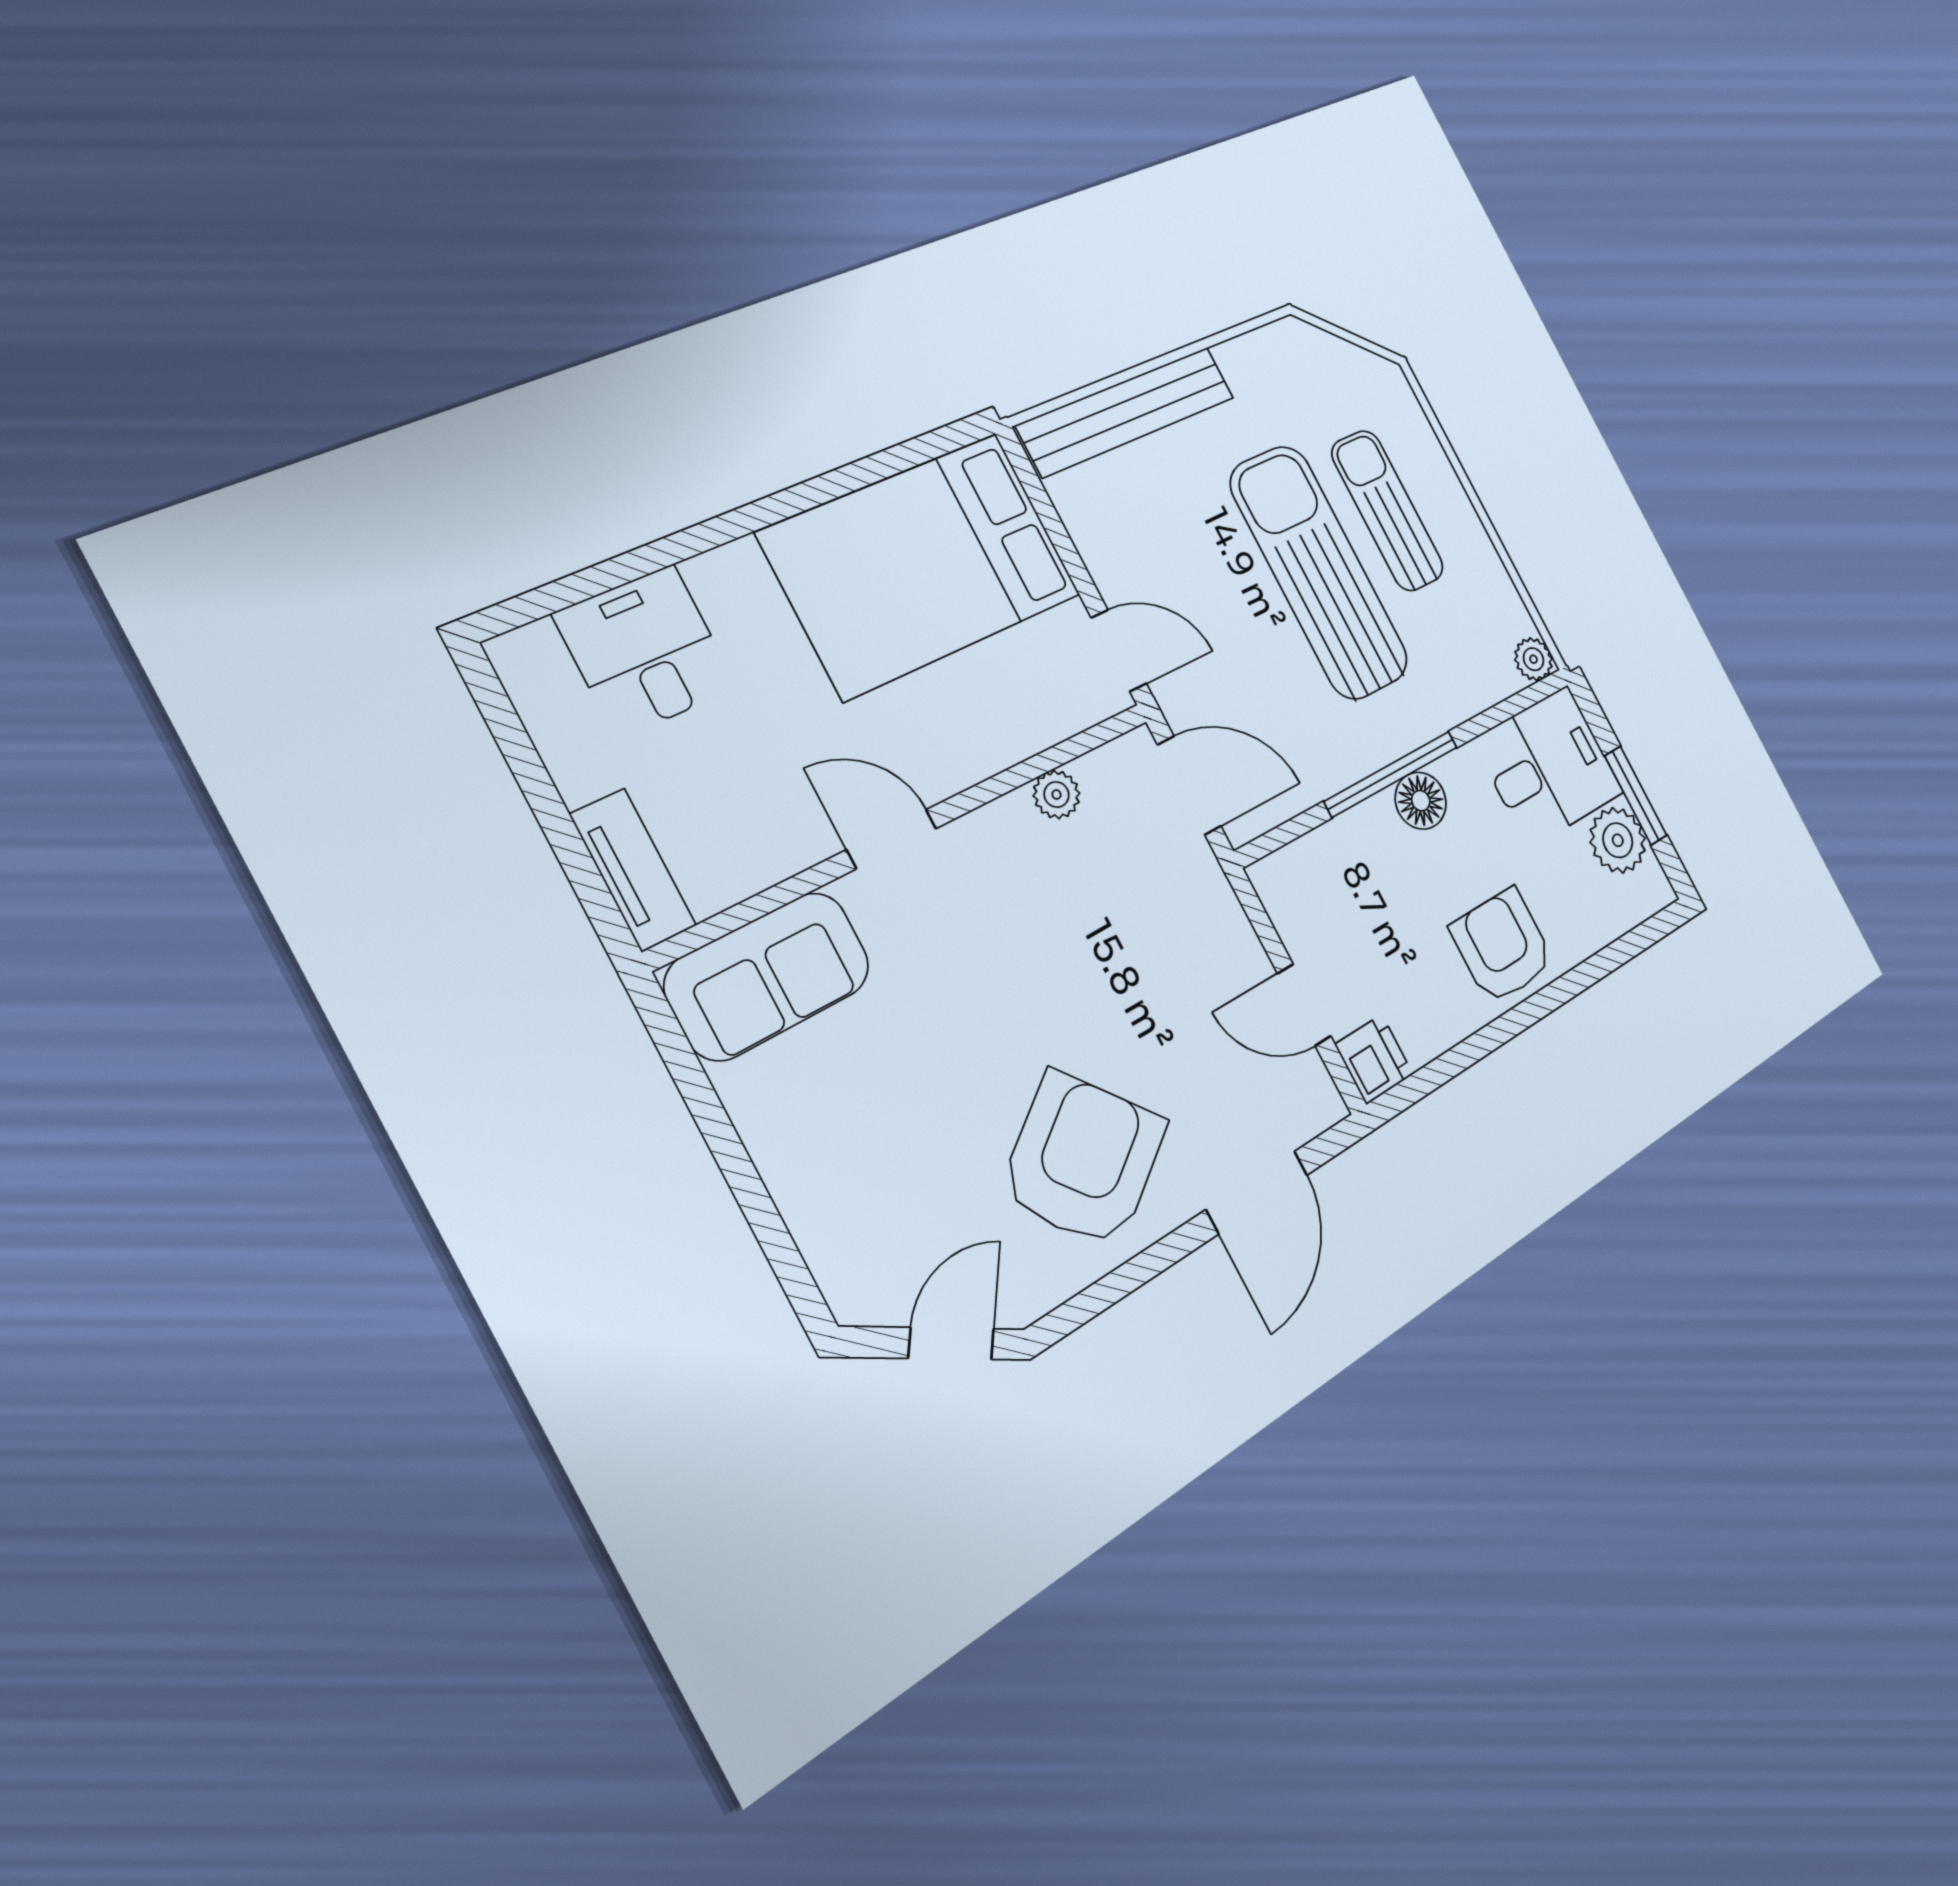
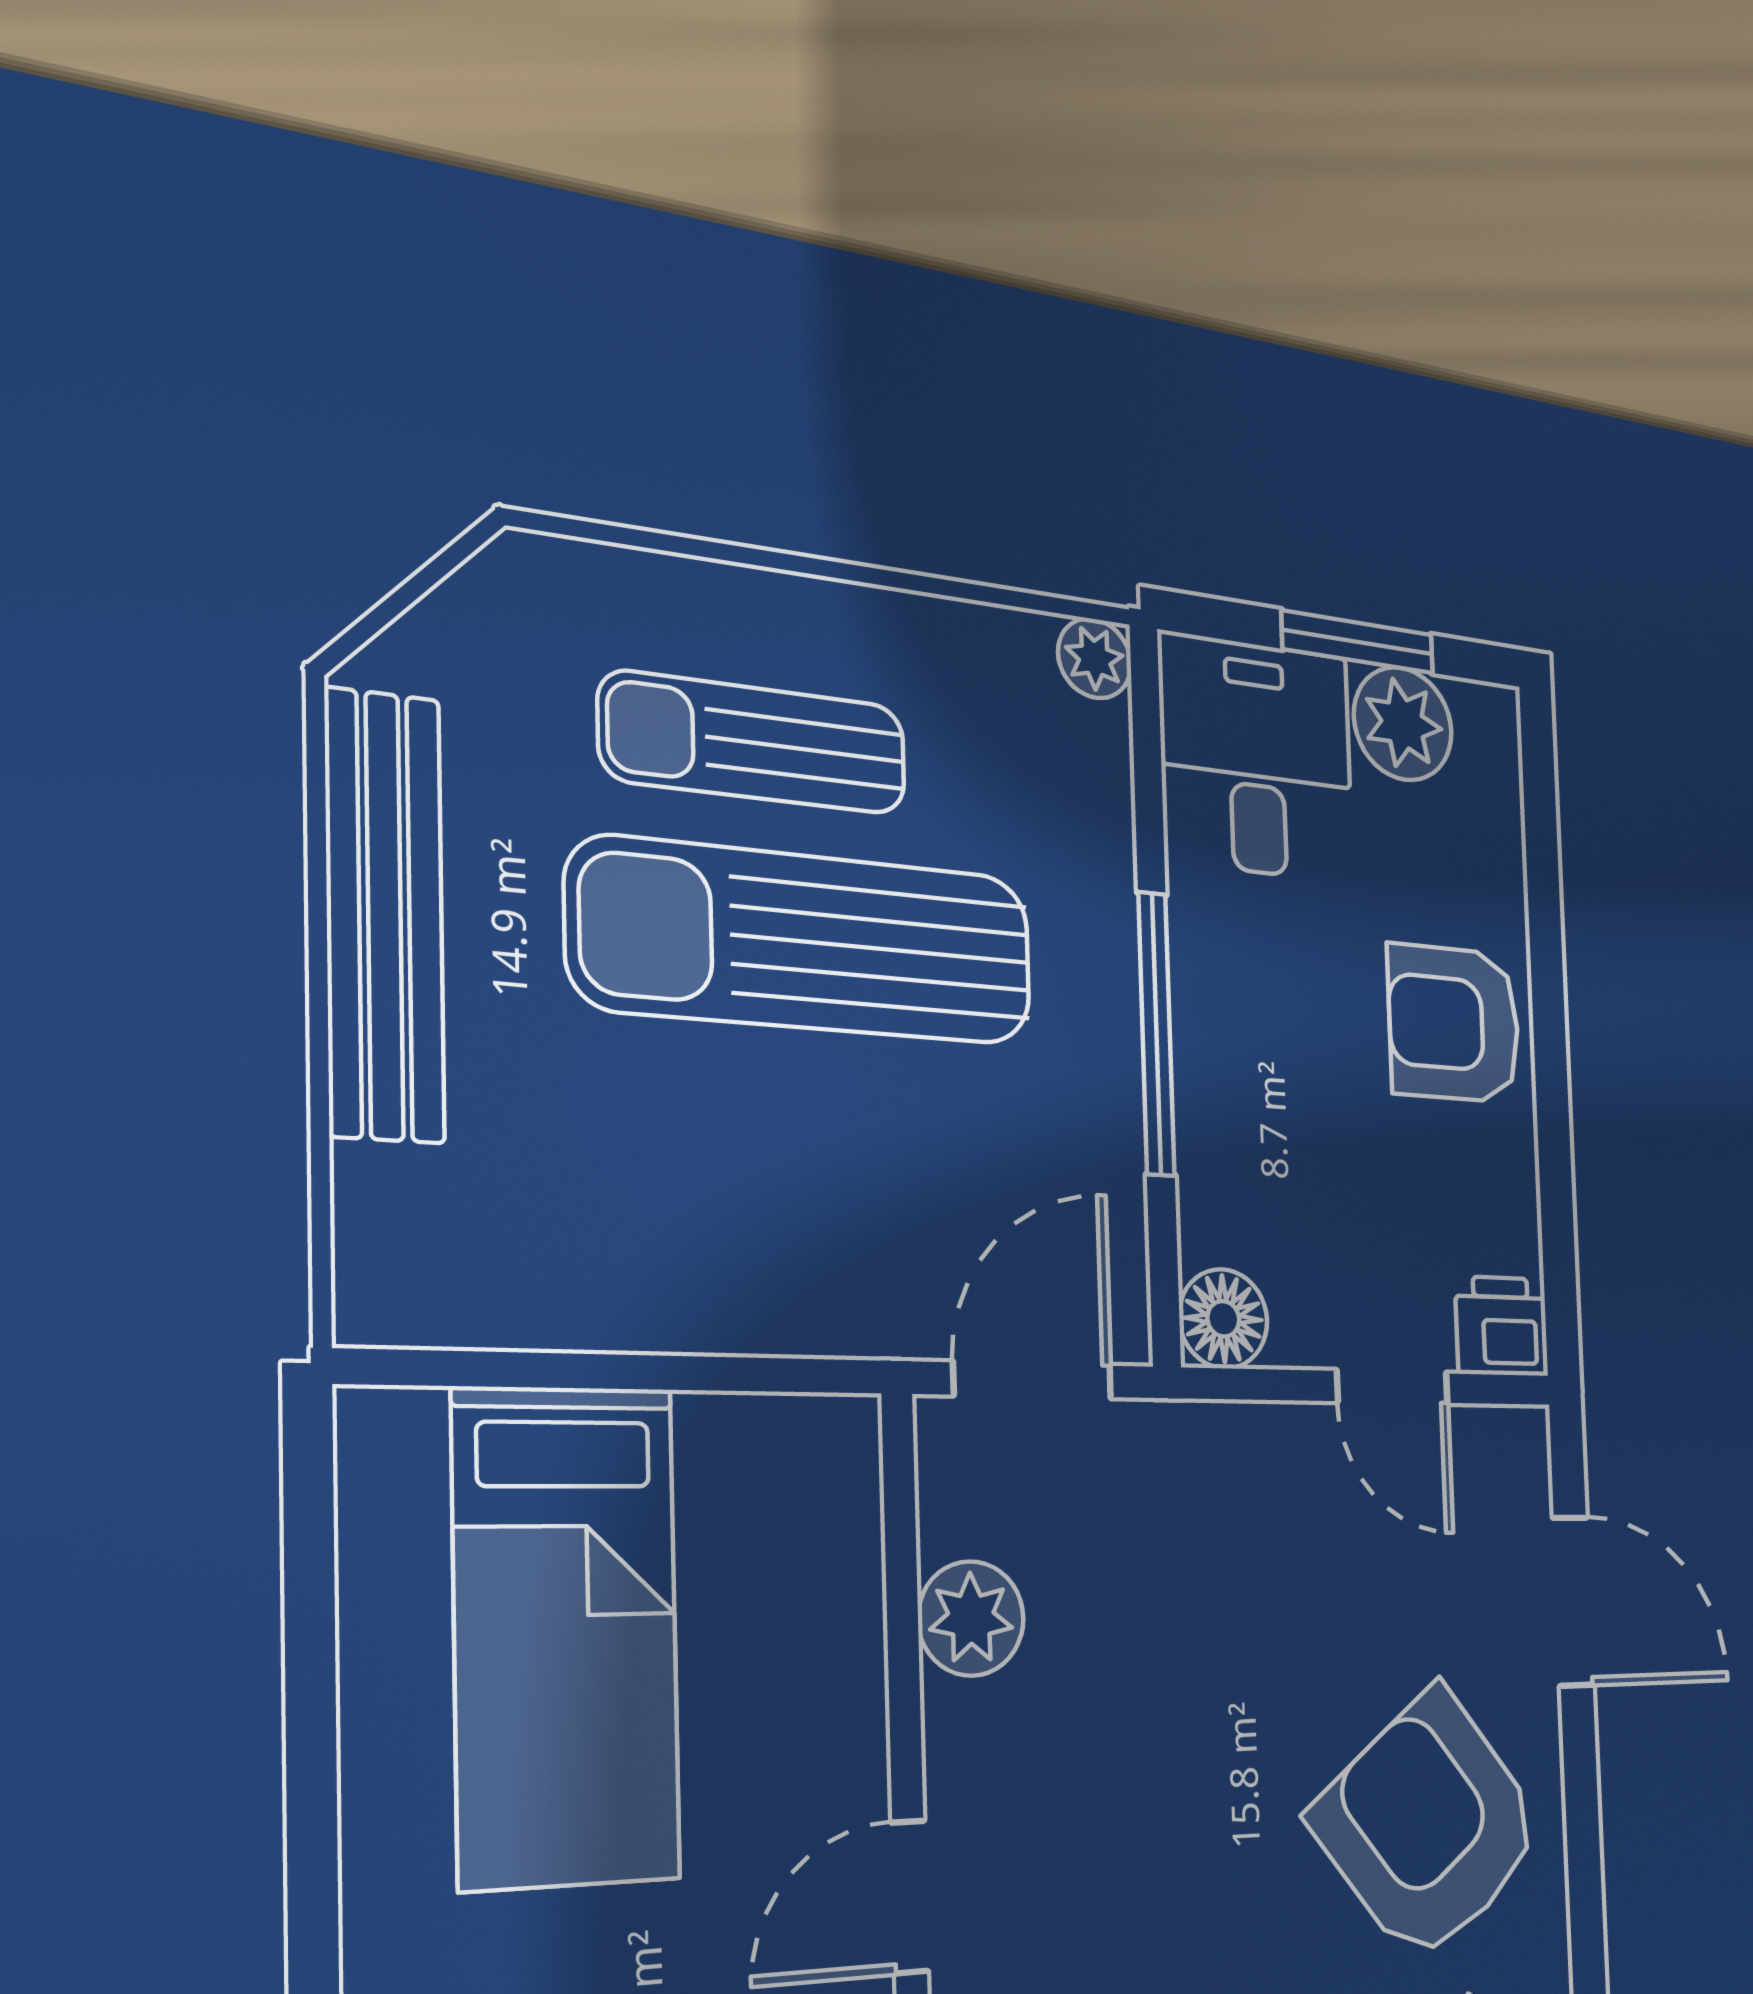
bench: (1127, 411) -> (385, 916), moved
bed: (922, 564) -> (566, 1635), width x0.67
door: (1119, 651) -> (786, 1375), removed
plant: (1057, 795) -> (971, 1619), width x1.38, depth x1.38
floor lamp: (1421, 801) -> (1223, 1319), moved
door: (1304, 1005) -> (1393, 1387), hinge flipped

